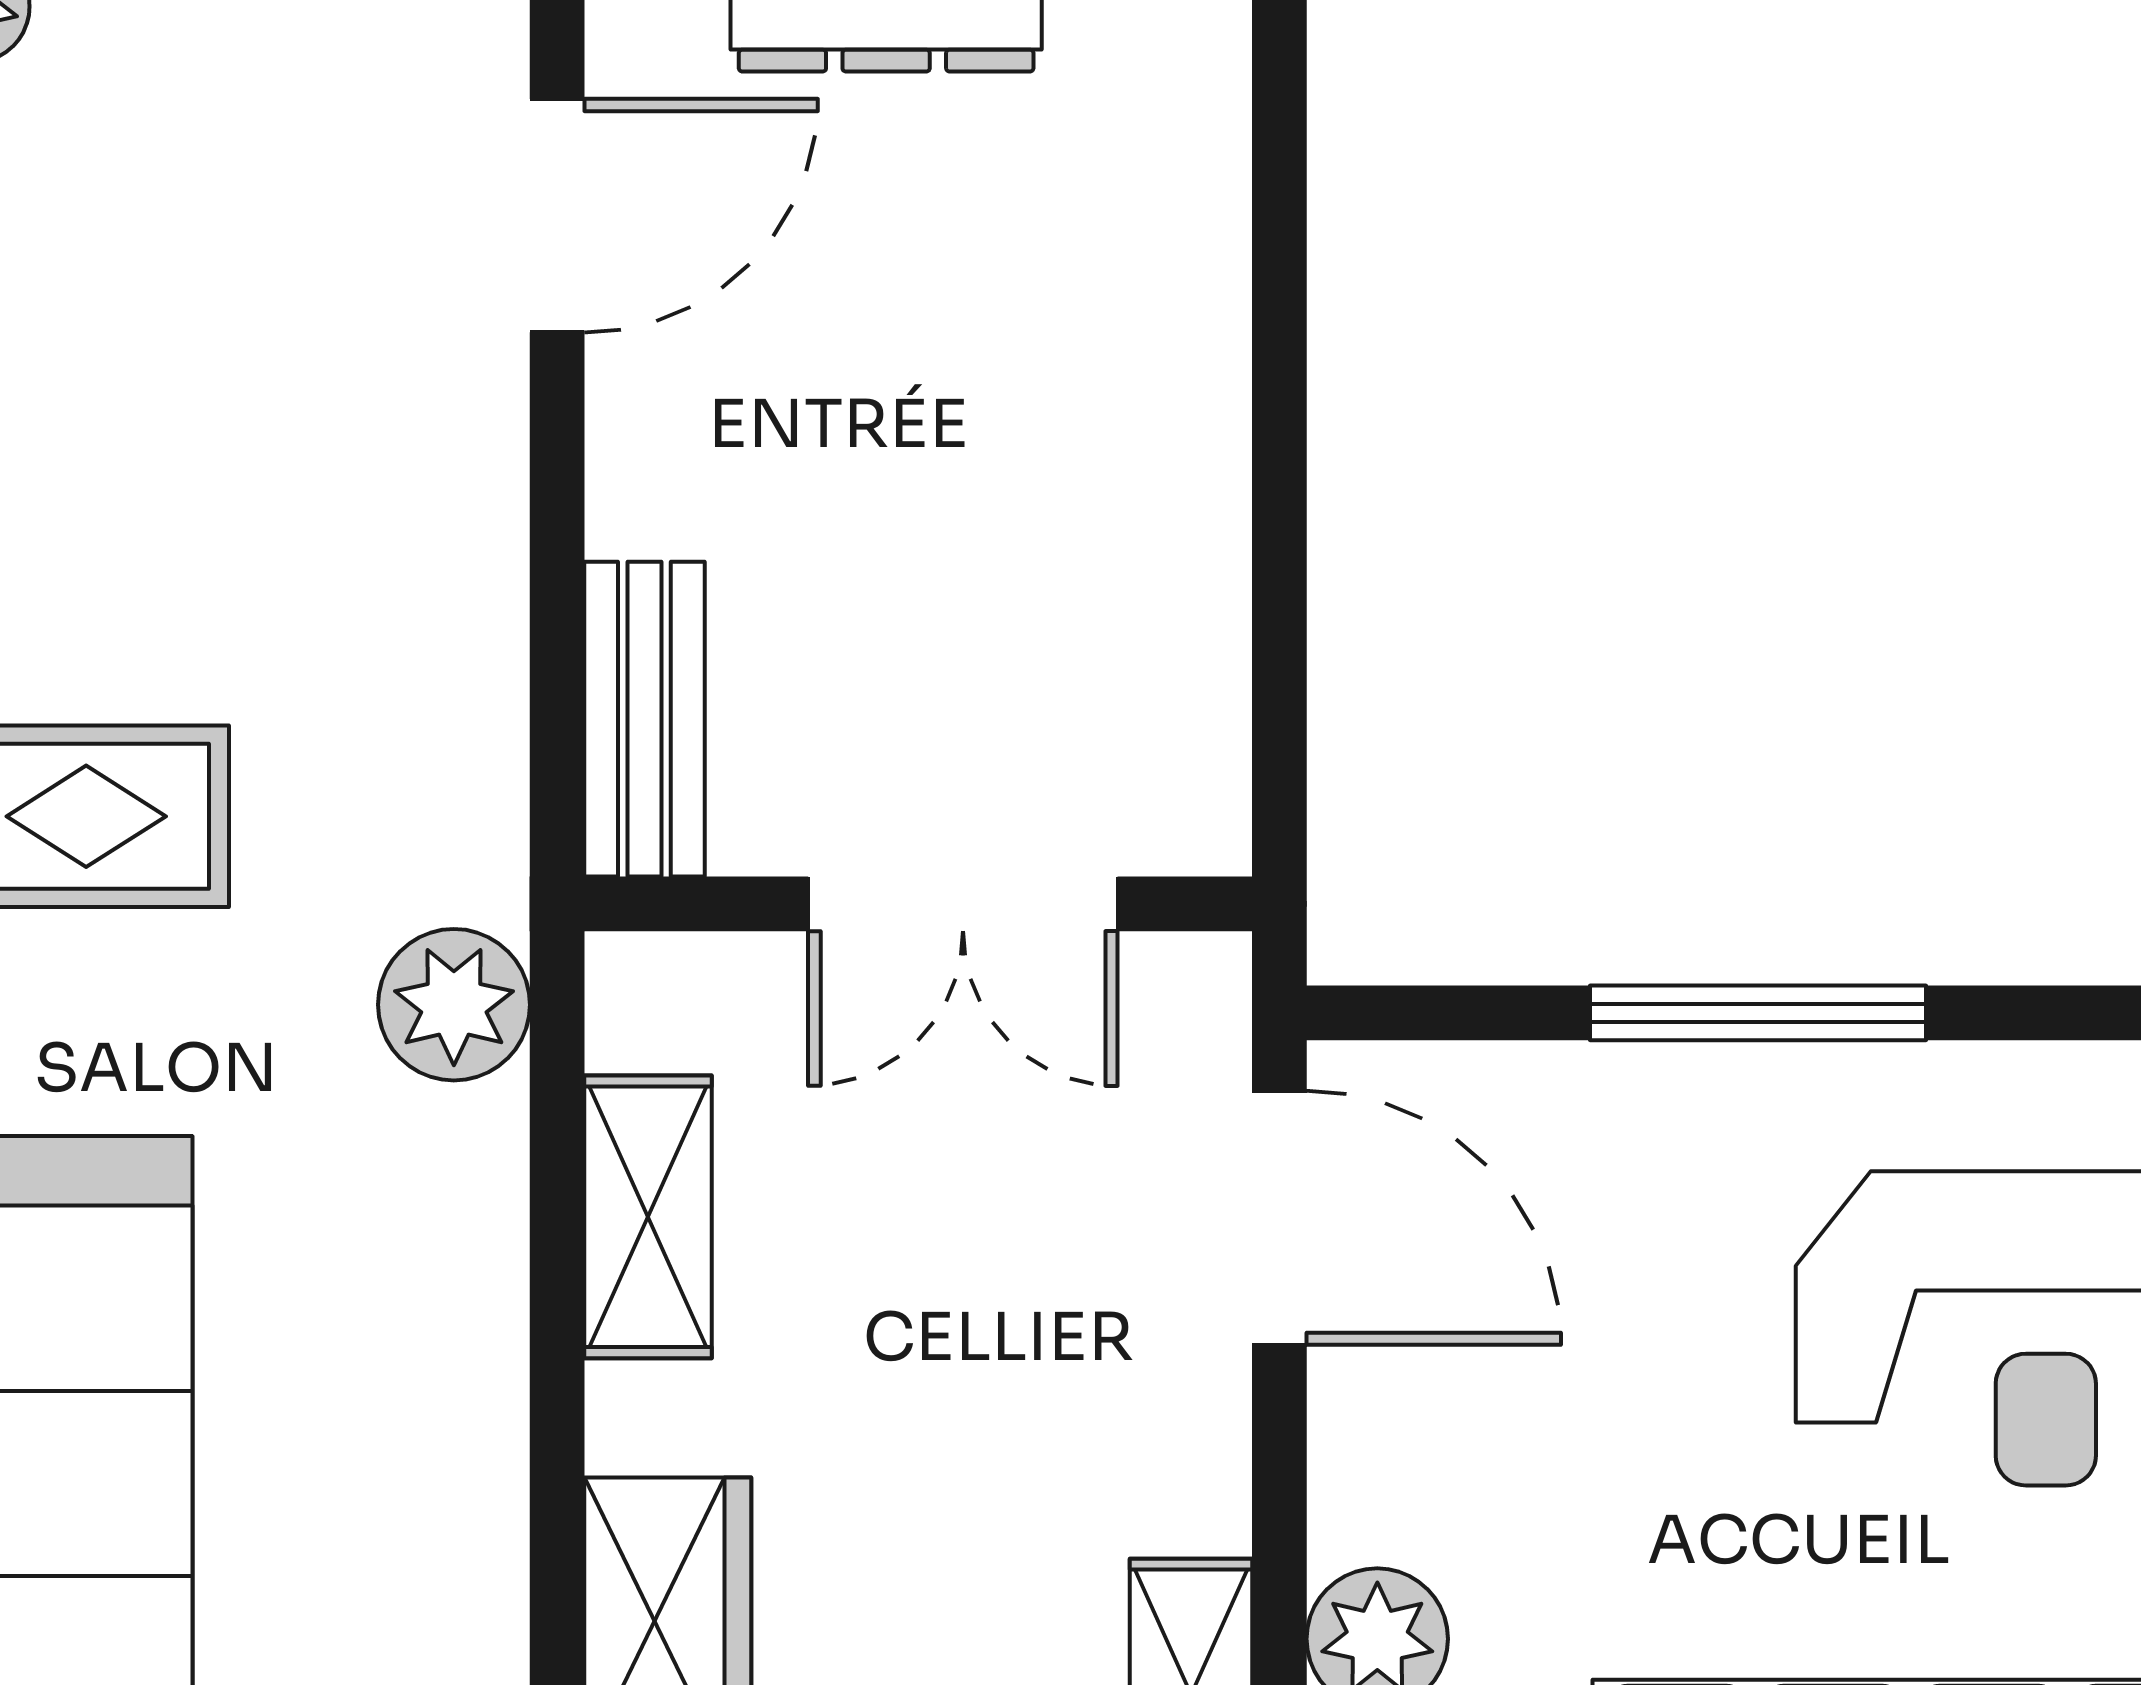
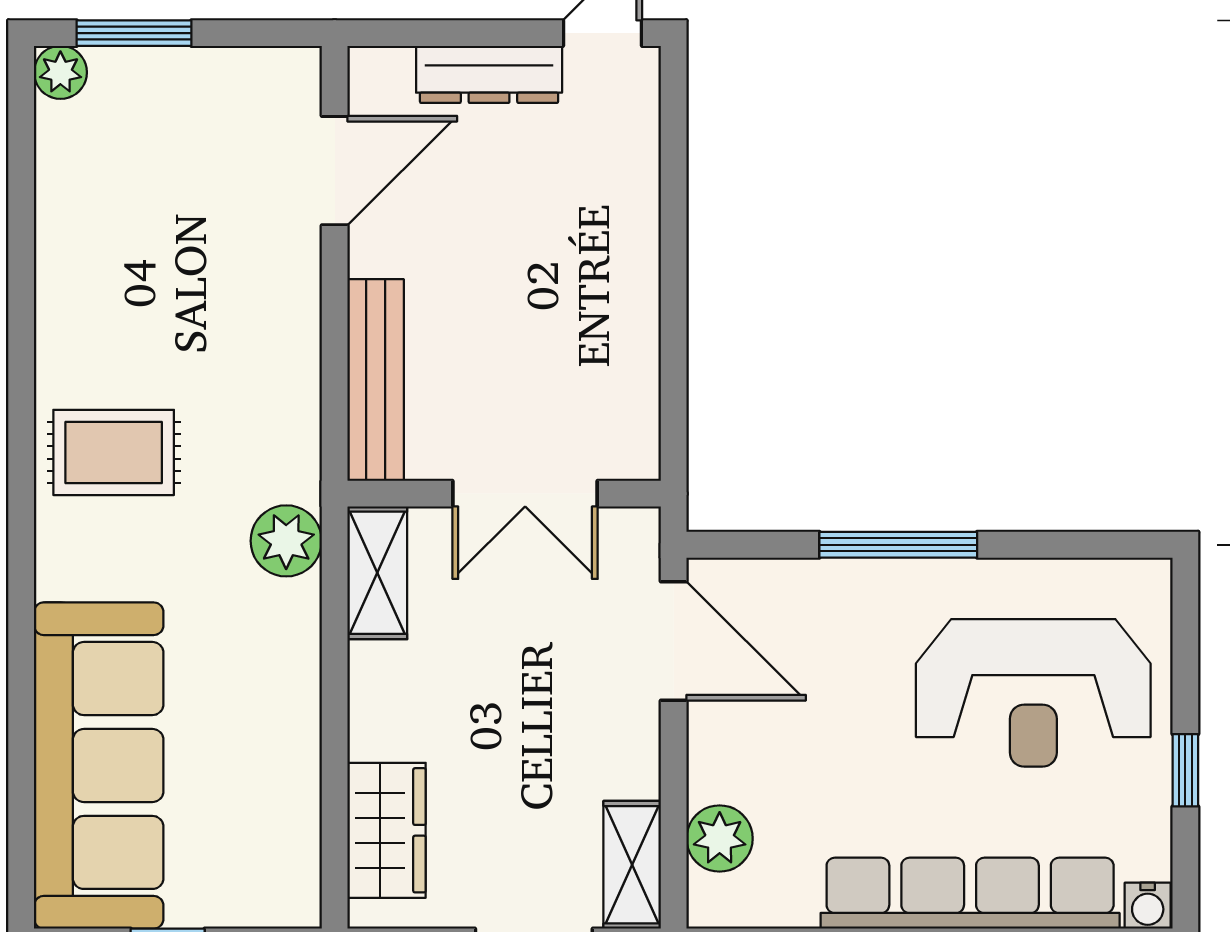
bench: (644, 719) -> (376, 380), width x1.36
shelving: (648, 1217) -> (377, 573), moved

